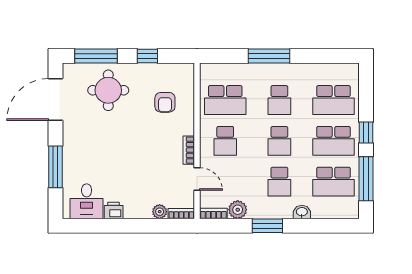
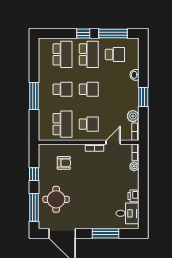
school desk: (279, 182) -> (115, 89), removed
school desk: (334, 182) -> (115, 54), width x0.54

